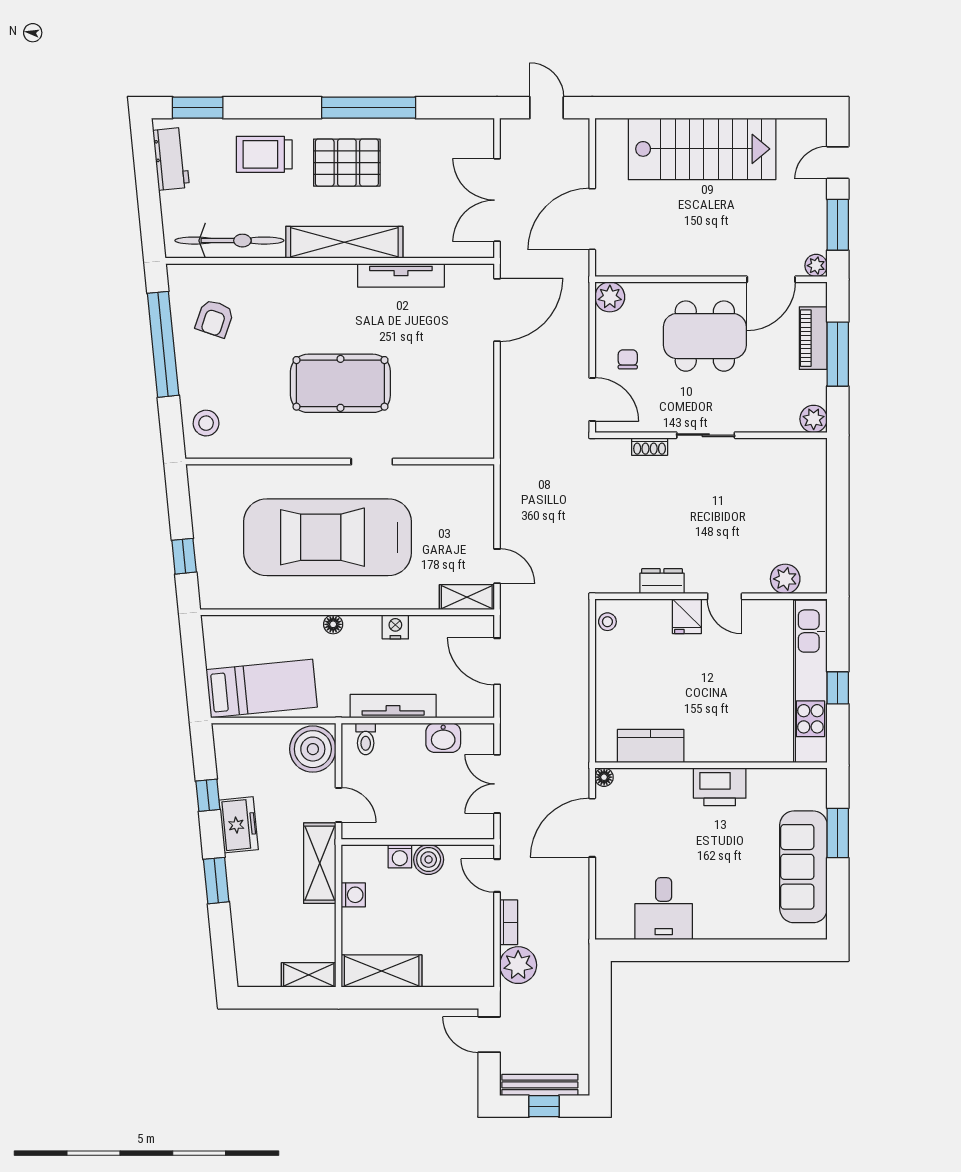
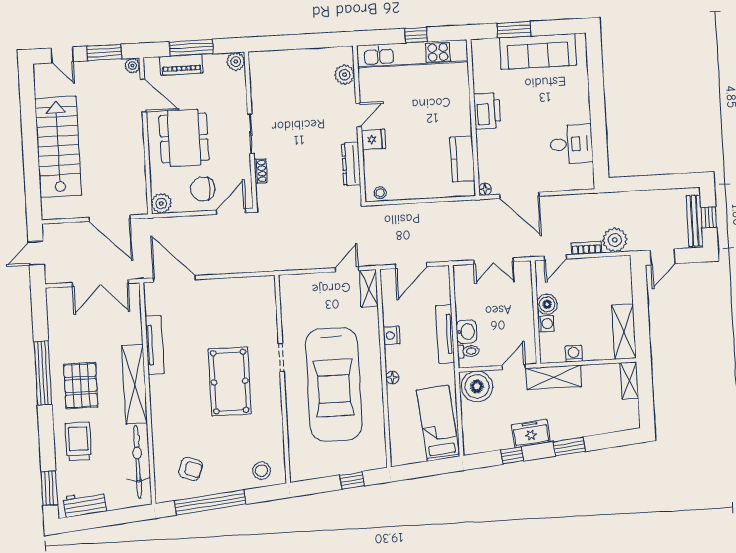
trolley: (264, 154) -> (78, 442), turned 180
chair: (628, 359) -> (203, 189), width x1.87, depth x1.87
dresser: (662, 581) -> (351, 164), width x1.44
washbasin: (443, 738) -> (466, 332), moved

